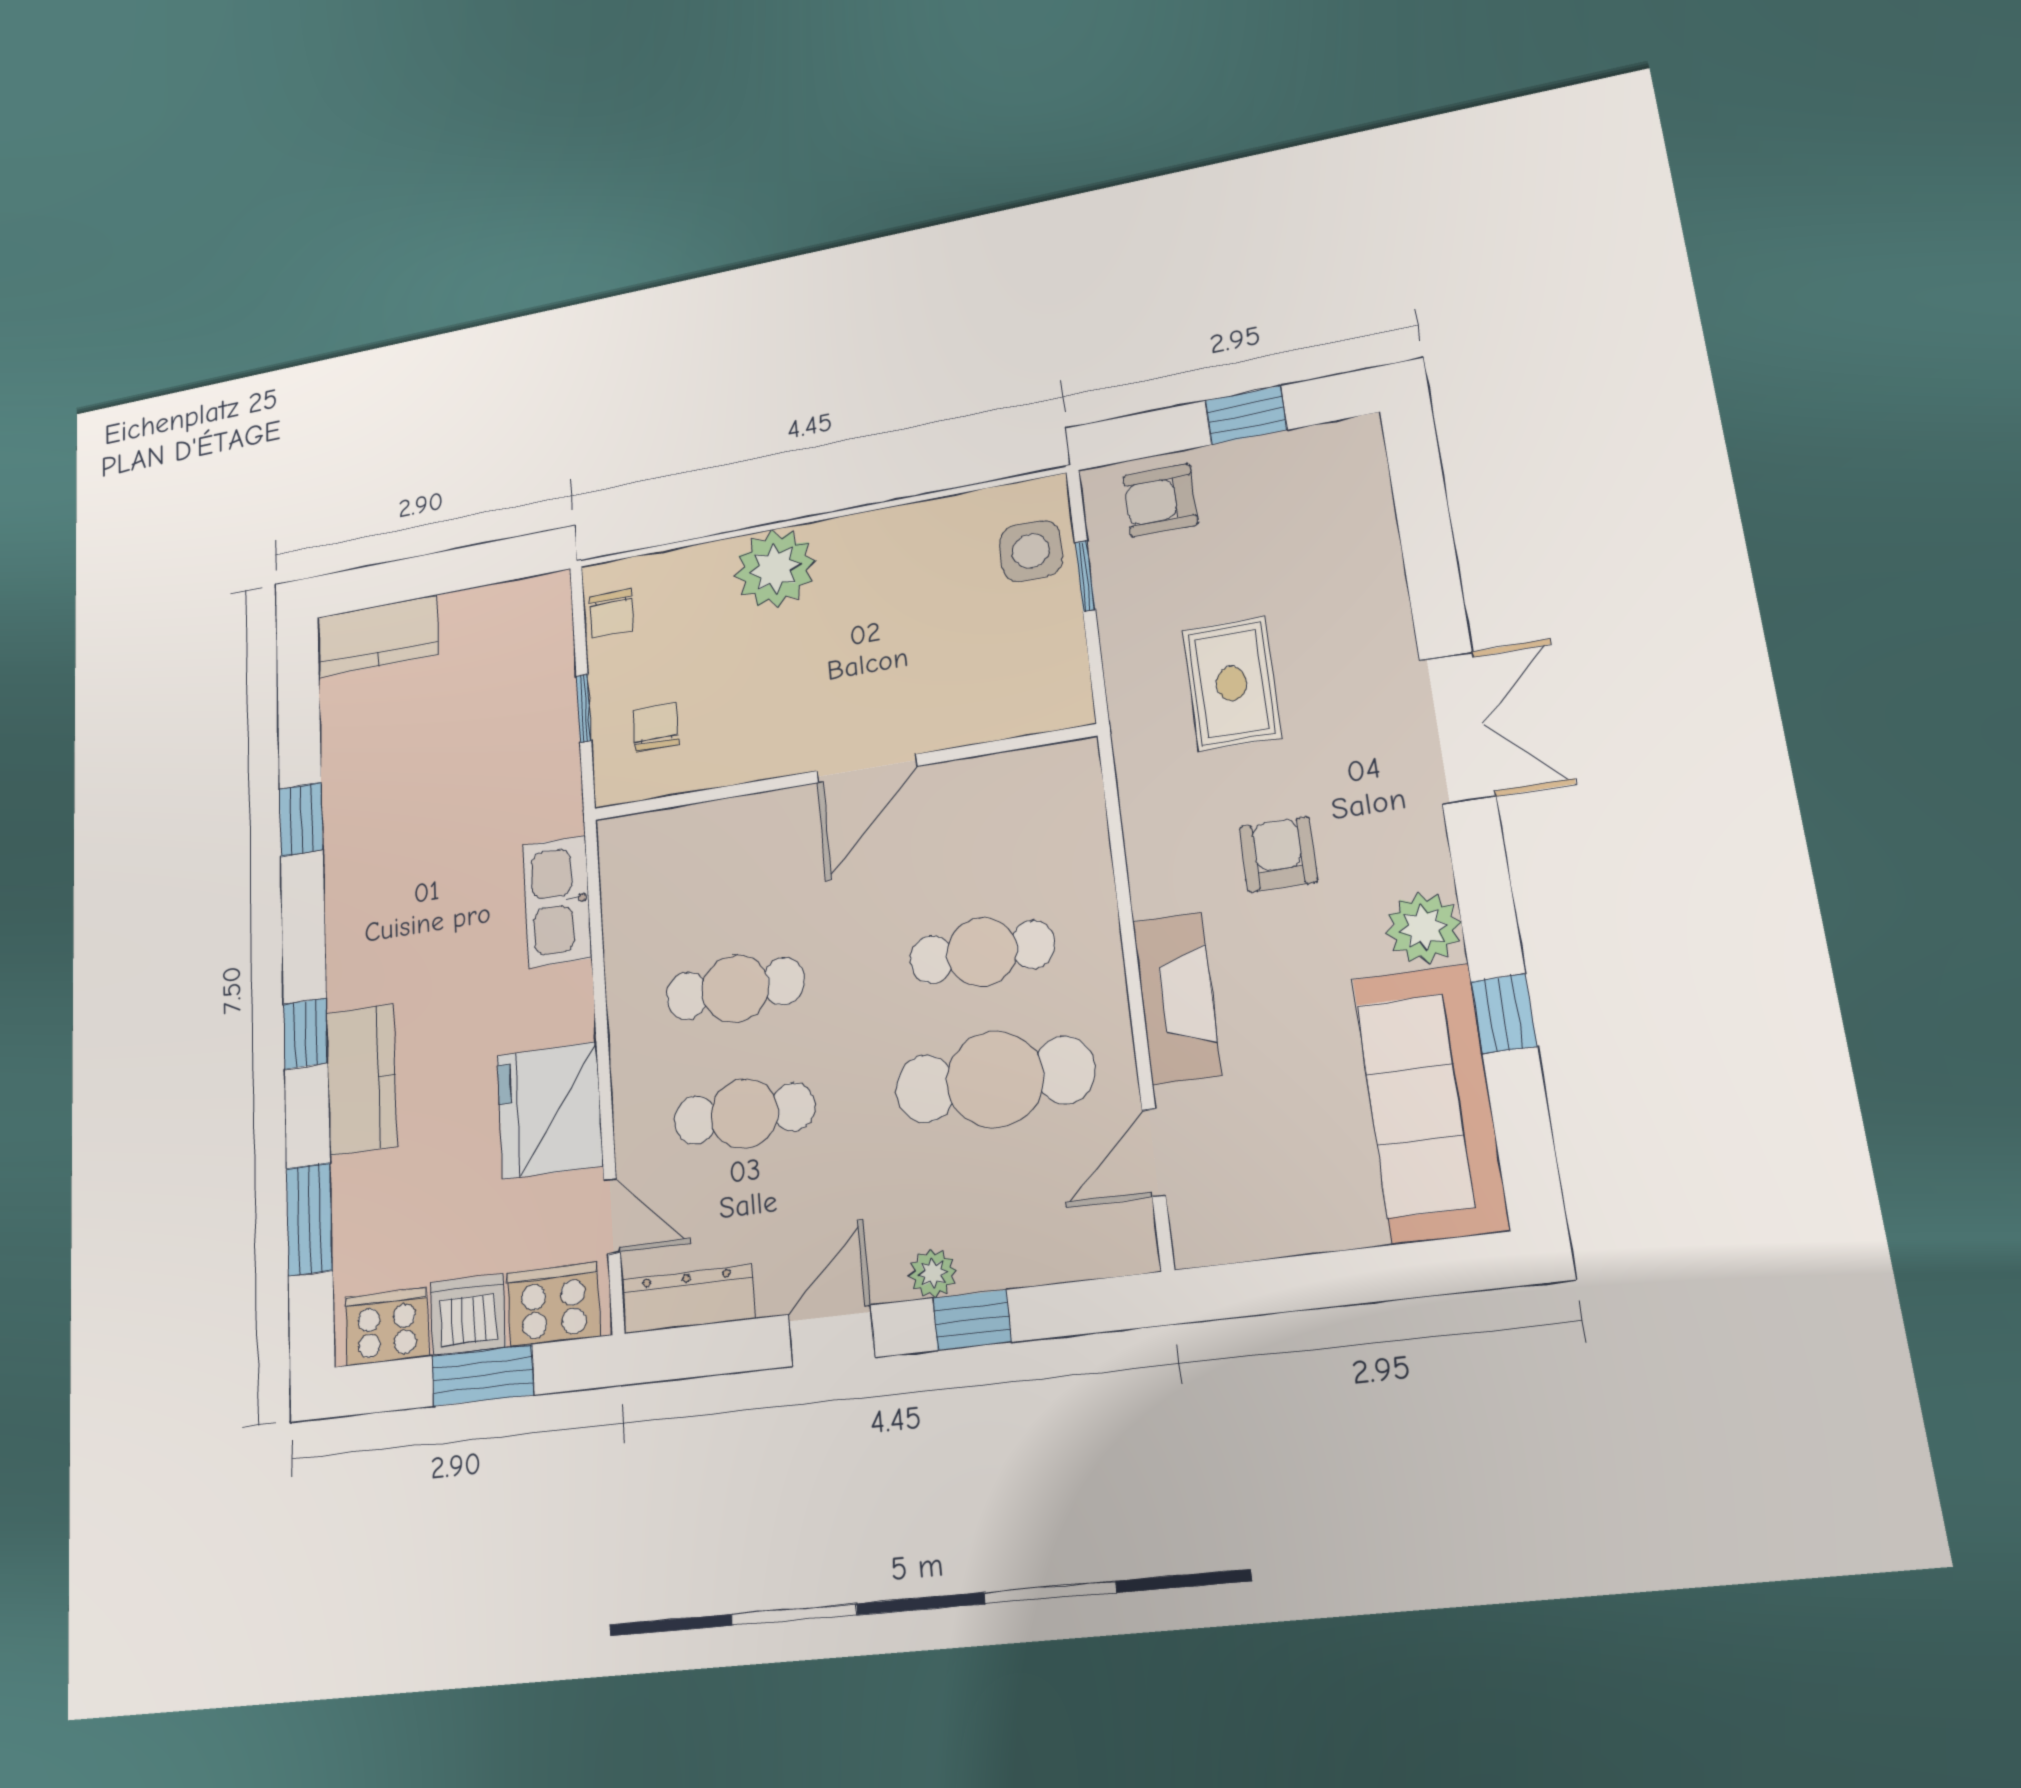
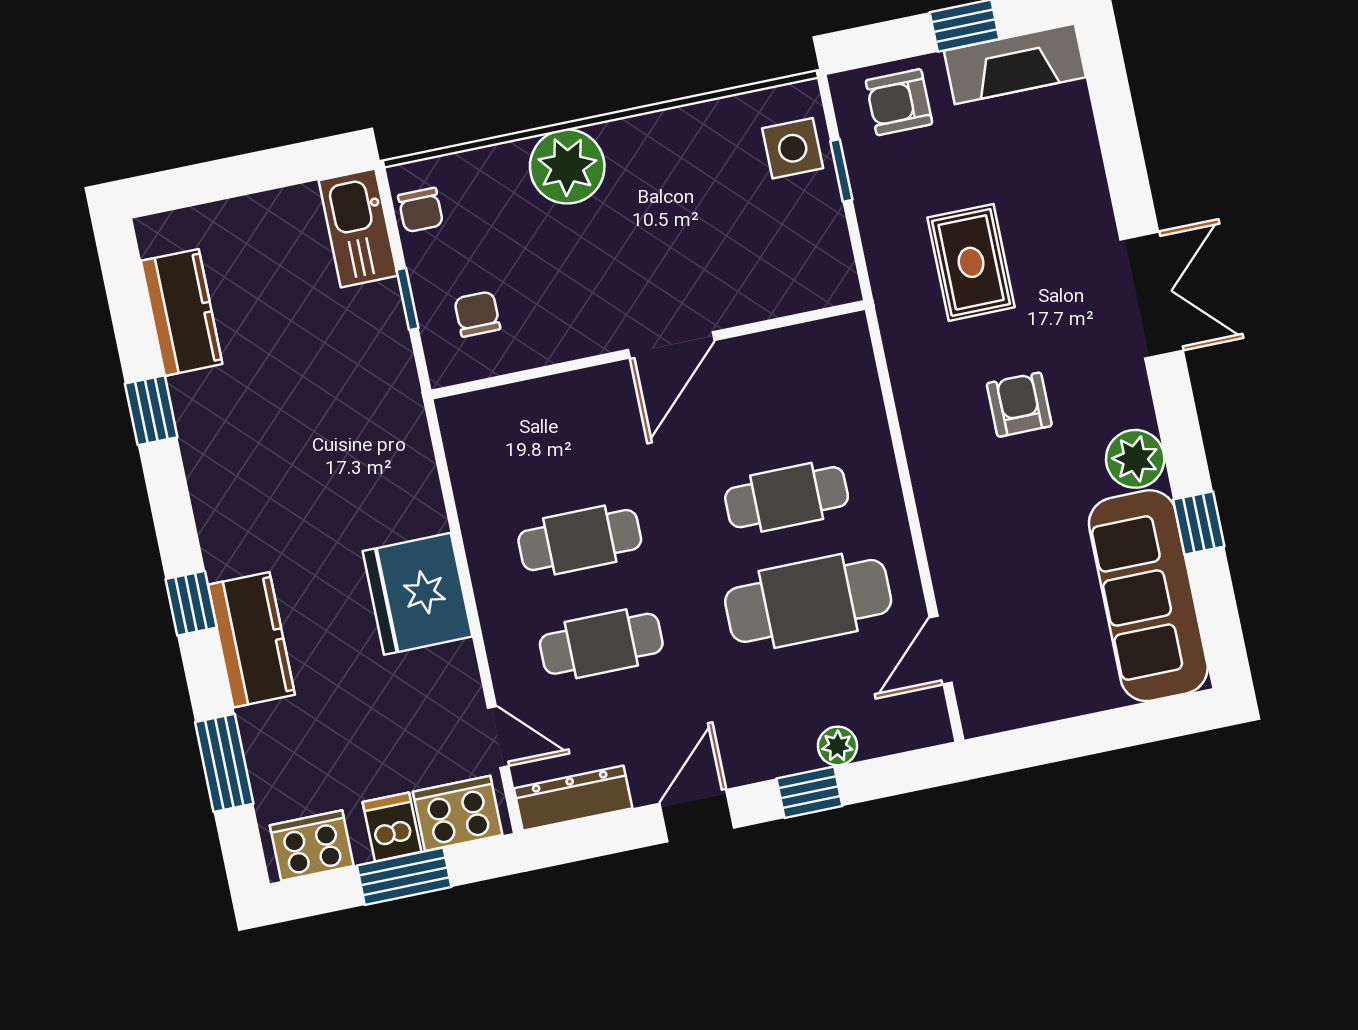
kitchen counter: (378, 636) -> (182, 312), moved, turned -90
kitchen sink: (557, 901) -> (358, 228), moved
fireplace: (1177, 998) -> (1015, 64), moved, turned 90
fridge: (550, 1110) -> (417, 594), moved
plant: (933, 1273) -> (837, 746), moved
dishwasher: (468, 1315) -> (392, 827), width x0.73

